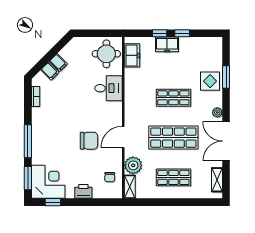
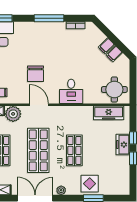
freezer: (132, 55) -> (109, 113), width x1.40
filing cabinet: (50, 71) -> (114, 54), moved
desk: (108, 88) -> (71, 91), moved
window: (28, 141) -> (49, 18), moved

